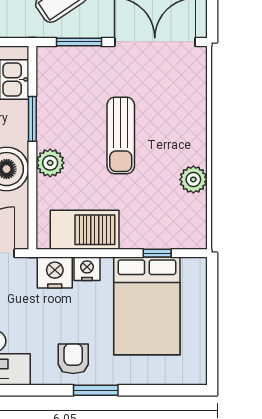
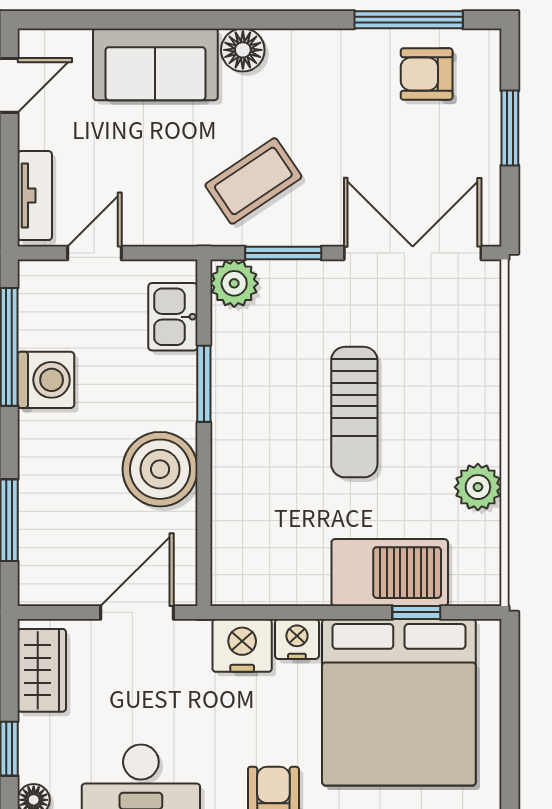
plant: (50, 163) -> (234, 283), moved
barbecue: (85, 230) -> (390, 573), moved
bed: (147, 306) -> (399, 702), width x1.36

